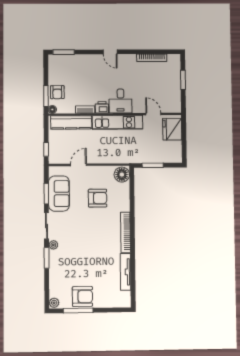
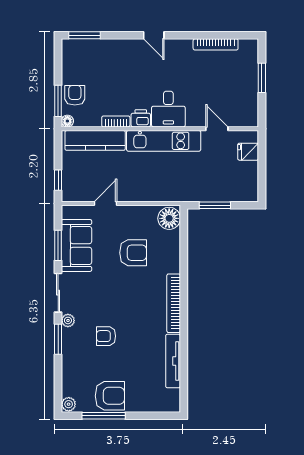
armchair: (57, 92) -> (75, 95), turned 180
fridge: (172, 129) -> (248, 152), width x0.53, depth x0.75
armchair: (80, 255) -> (106, 336), added

